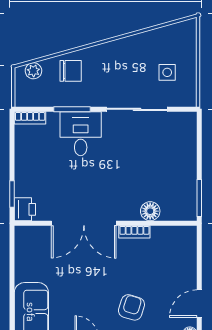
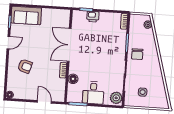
chair: (71, 71) -> (137, 54), moved
plant: (182, 124) -> (116, 98), added
desk: (81, 134) -> (93, 93), moved, turned 90
printer: (25, 209) -> (93, 17), moved
door: (199, 304) -> (44, 102), moved

